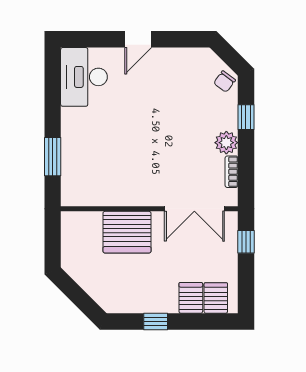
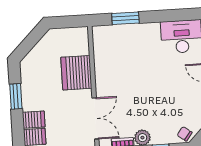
double door: (194, 209) -> (95, 118), swing flipped
window: (156, 322) -> (16, 96), width x1.50

